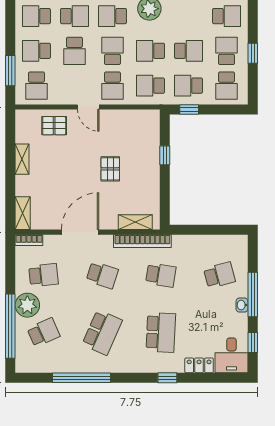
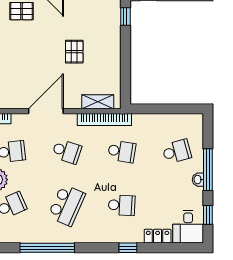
window: (165, 155) -> (125, 16), moved
school desk: (161, 332) -> (122, 205), width x0.54

